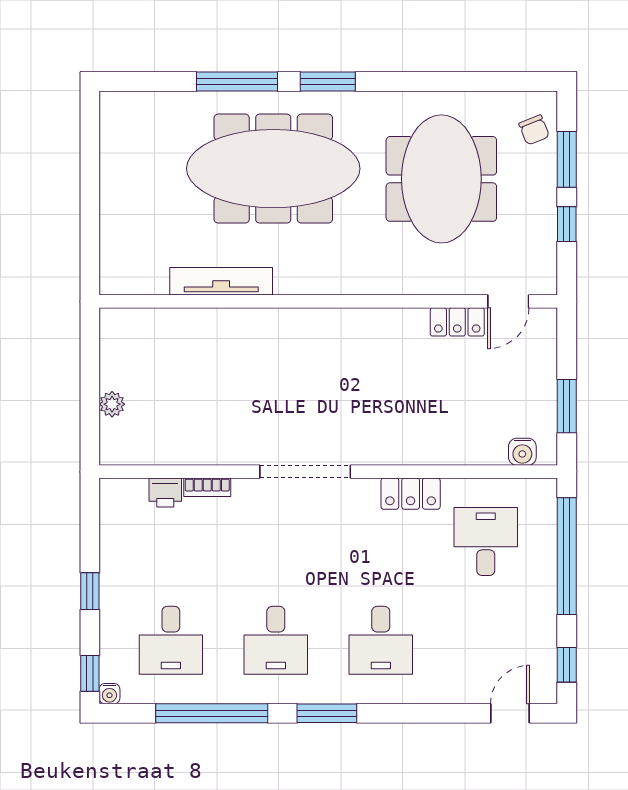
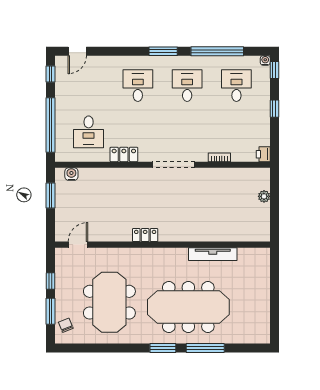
locker: (457, 322) -> (145, 235), moved
printer: (165, 492) -> (263, 154), moved, turned -90

